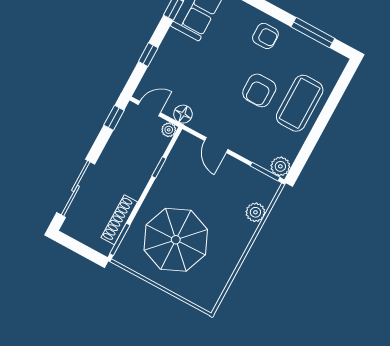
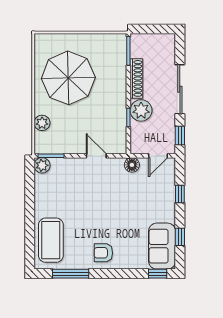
armchair: (259, 90) -> (87, 211), removed
coffee table: (300, 103) -> (51, 240), moved
plant: (169, 130) -> (141, 110), moved, width x1.87, depth x1.87
sliding door: (76, 188) -> (180, 89), moved
shoe rack: (119, 220) -> (136, 78), moved
parasol: (176, 240) -> (68, 78), moved

